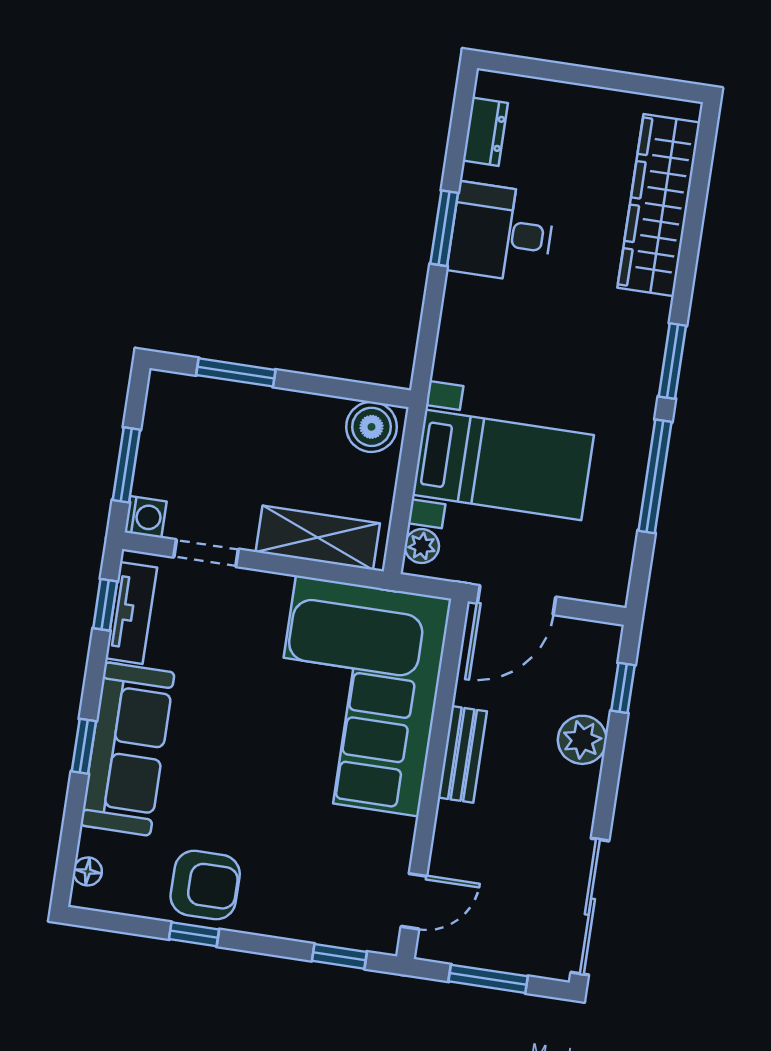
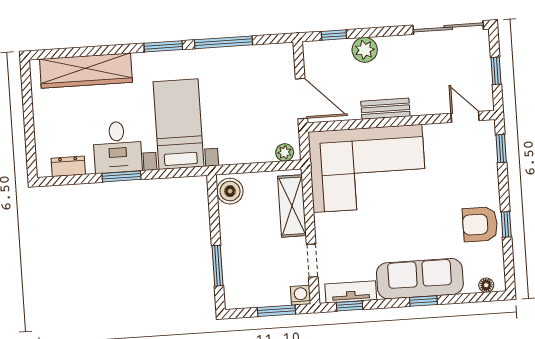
bed with nightstands: (503, 465) -> (179, 124), moved
armchair: (205, 885) -> (480, 224), turned -90
window: (488, 979) -> (496, 71), width x0.67

